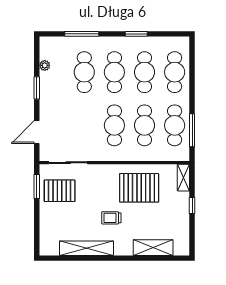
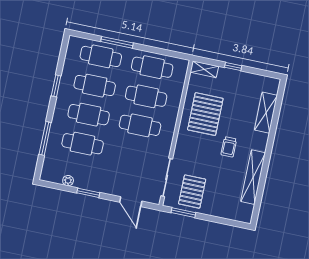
window: (192, 130) -> (117, 42), moved

